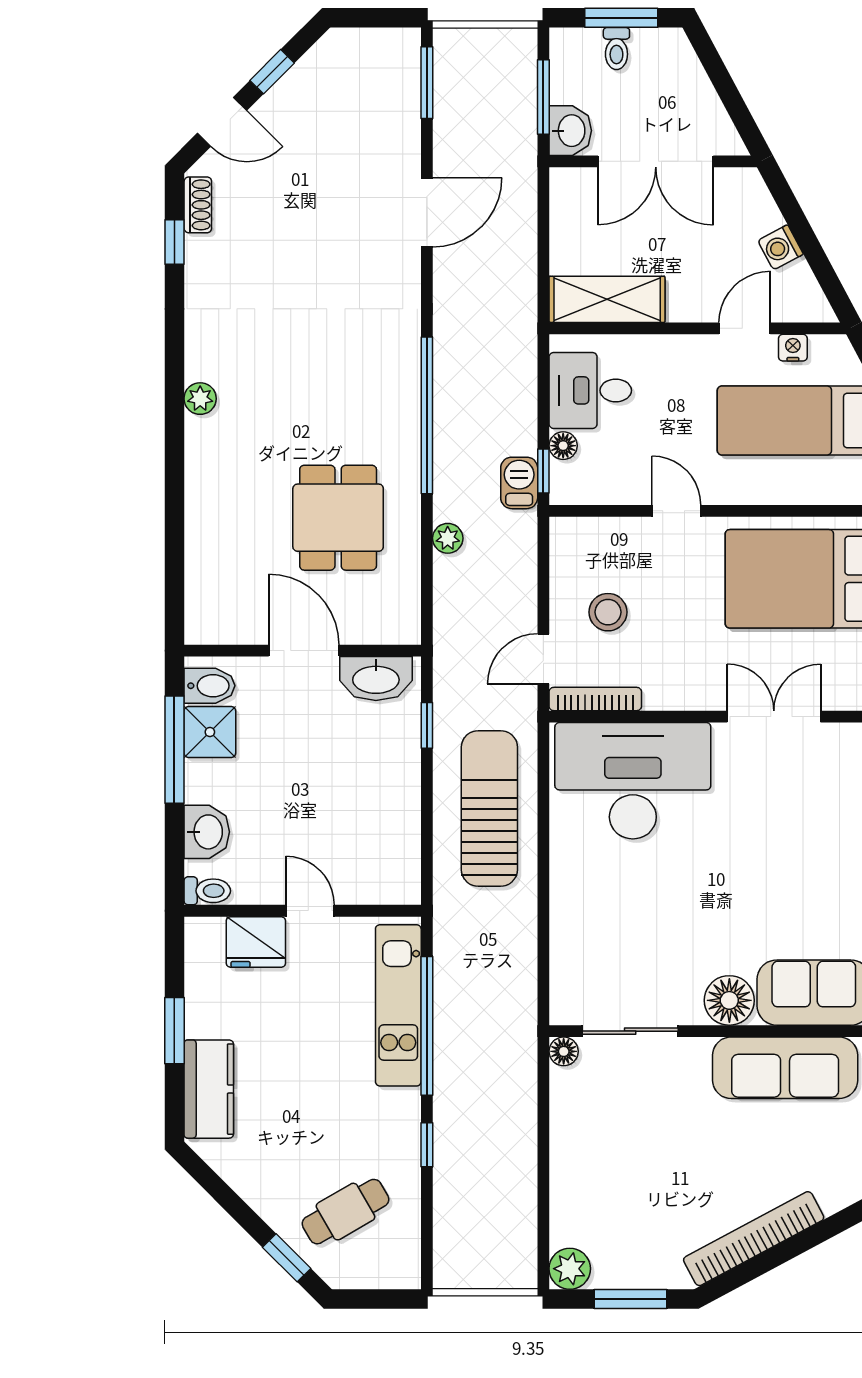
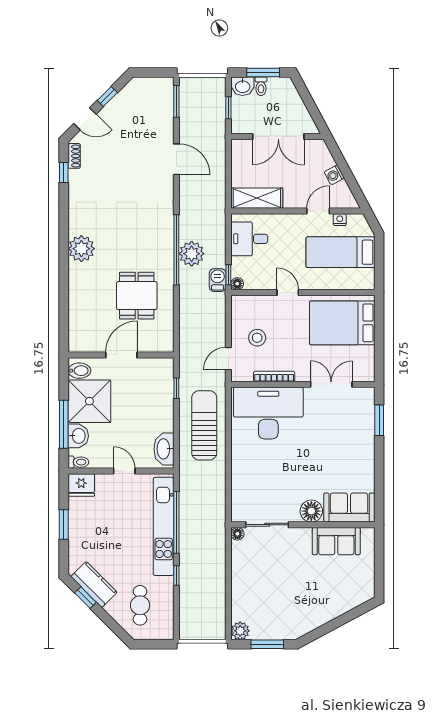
window: (543, 97) -> (228, 108), width x0.67
washbasin: (570, 131) -> (243, 86), moved, turned 90
door: (427, 212) -> (176, 159), hinge flipped
plant: (200, 399) -> (81, 249), width x1.87, depth x1.87
floor lamp: (563, 446) -> (237, 284), moved
plant: (448, 538) -> (192, 254), moved, width x1.87, depth x1.87
door: (304, 651) -> (121, 355), hinge flipped
washbasin: (376, 678) -> (164, 449), moved, turned 90
bookcase: (595, 699) -> (274, 377), moved
shower: (210, 732) -> (89, 401), width x1.86, depth x1.86
window: (174, 750) -> (64, 424), moved
fridge: (256, 942) -> (81, 485), moved
kitchen unit: (398, 1005) -> (164, 526), width x1.36
sofa: (785, 1068) -> (336, 541), width x0.73
kitchen counter: (209, 1089) -> (94, 584), moved, turned -45
cafe table: (345, 1212) -> (140, 605), turned -60
bookcase: (754, 1239) -> (322, 617), removed
window: (287, 1258) -> (85, 598), moved

